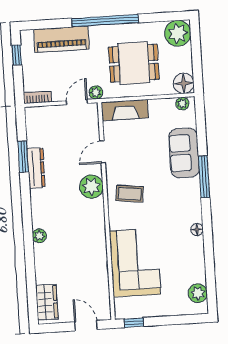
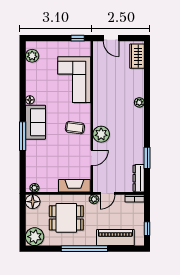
sofa: (184, 153) -> (35, 122), moved
dresser: (36, 168) -> (139, 178), moved

